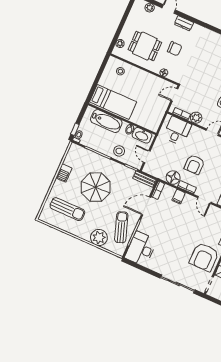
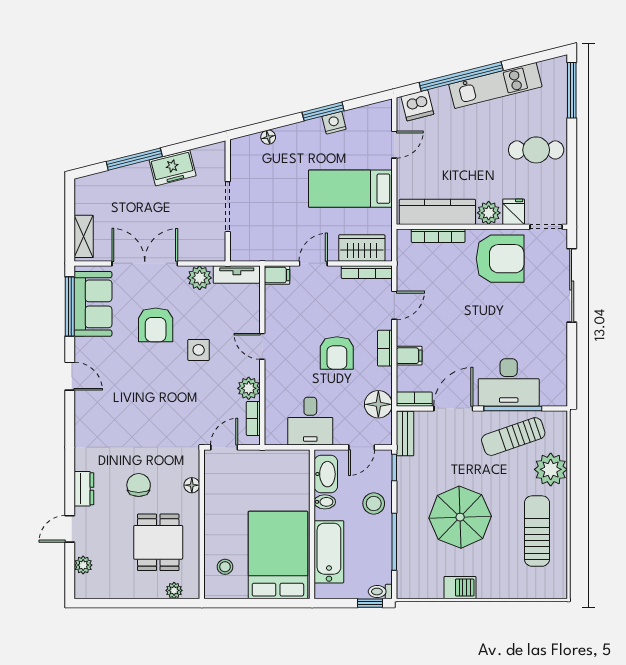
door: (174, 95) -> (224, 447), swing flipped
bed: (113, 102) -> (278, 555), width x1.50
desk: (177, 131) -> (310, 421), moved, turned -90
armchair: (194, 165) -> (337, 353), turned 90
floor lamp: (173, 177) -> (378, 404), moved
door: (146, 206) -> (453, 408), swing flipped
sun lounger: (67, 209) -> (537, 531), moved
desk: (141, 249) -> (509, 382), moved

